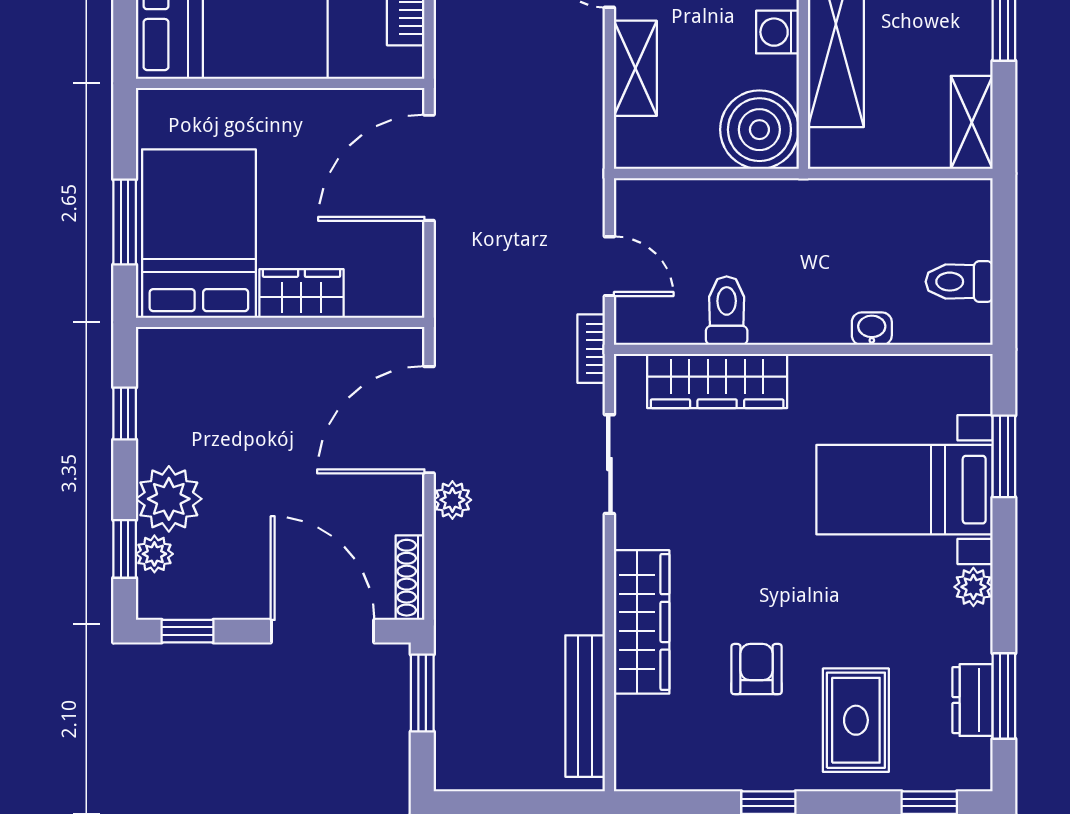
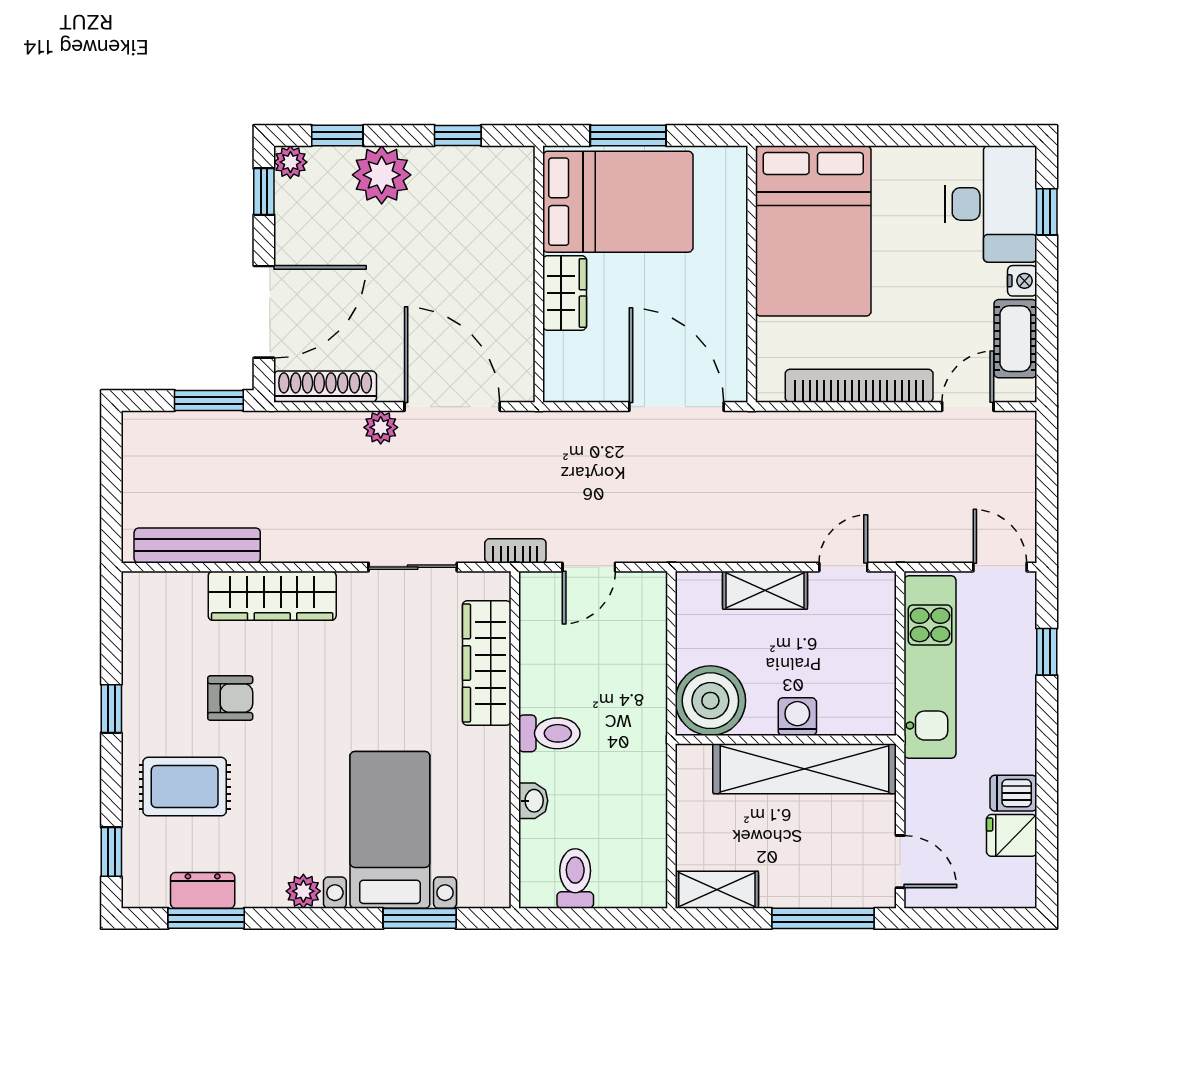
toilet: (727, 311) -> (549, 733), moved
plant: (154, 554) -> (290, 162), moved
shoe rack: (410, 578) -> (325, 387), width x1.36, depth x1.24

